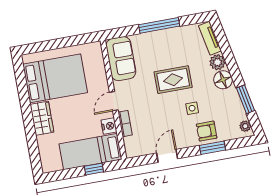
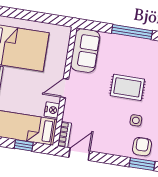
bookcase: (125, 124) -> (65, 135), moved
armchair: (207, 131) -> (142, 147), turned 90
door: (167, 156) -> (79, 154), moved

